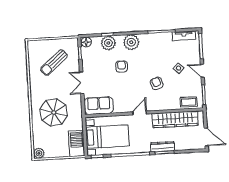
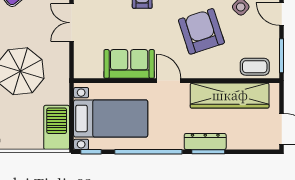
armchair: (157, 83) -> (201, 31), width x1.88, depth x1.88
sofa: (99, 106) -> (129, 64), moved
door: (140, 113) -> (169, 81), hinge flipped

